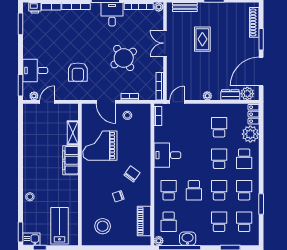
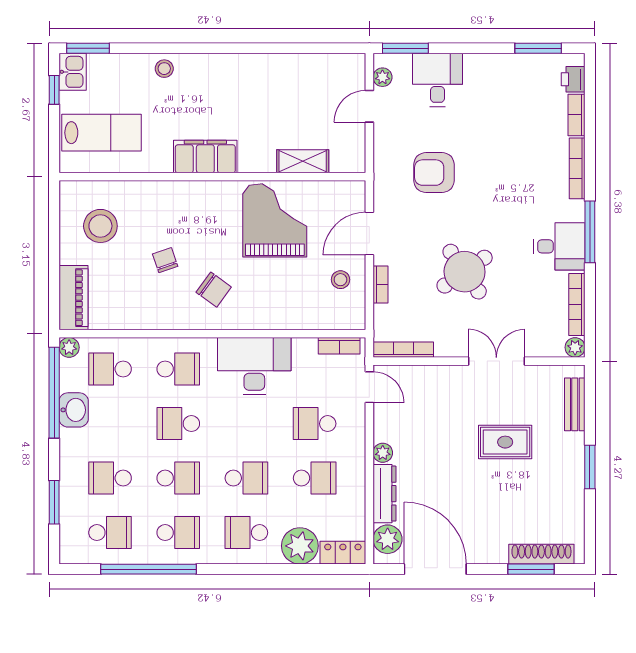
window: (261, 39) -> (531, 569), moved
dresser: (230, 95) -> (384, 494), width x1.44
door: (47, 102) -> (369, 106), swing flipped
school desk: (194, 127) -> (315, 424), added
desk: (167, 155) -> (254, 366), width x1.37
filing cabinet: (70, 160) -> (205, 156), moved
window: (261, 204) -> (149, 569), width x2.11
piano: (144, 221) -> (73, 298), moved, turned 90
school desk: (219, 222) -> (110, 478), turned 180

